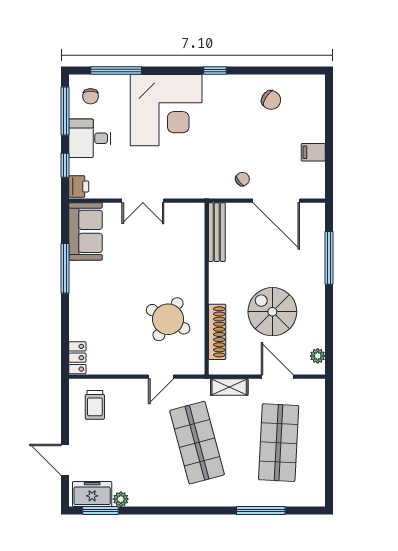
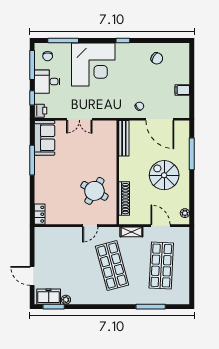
spiral stairs: (272, 312) -> (164, 175), moved
trolley: (95, 405) -> (50, 243), removed

